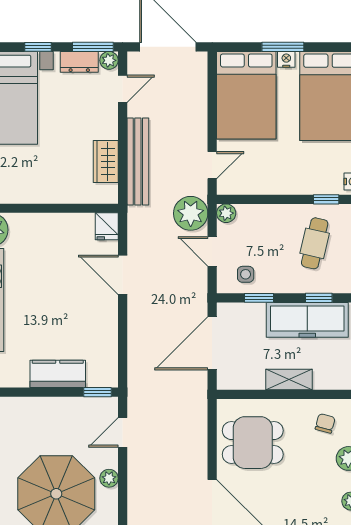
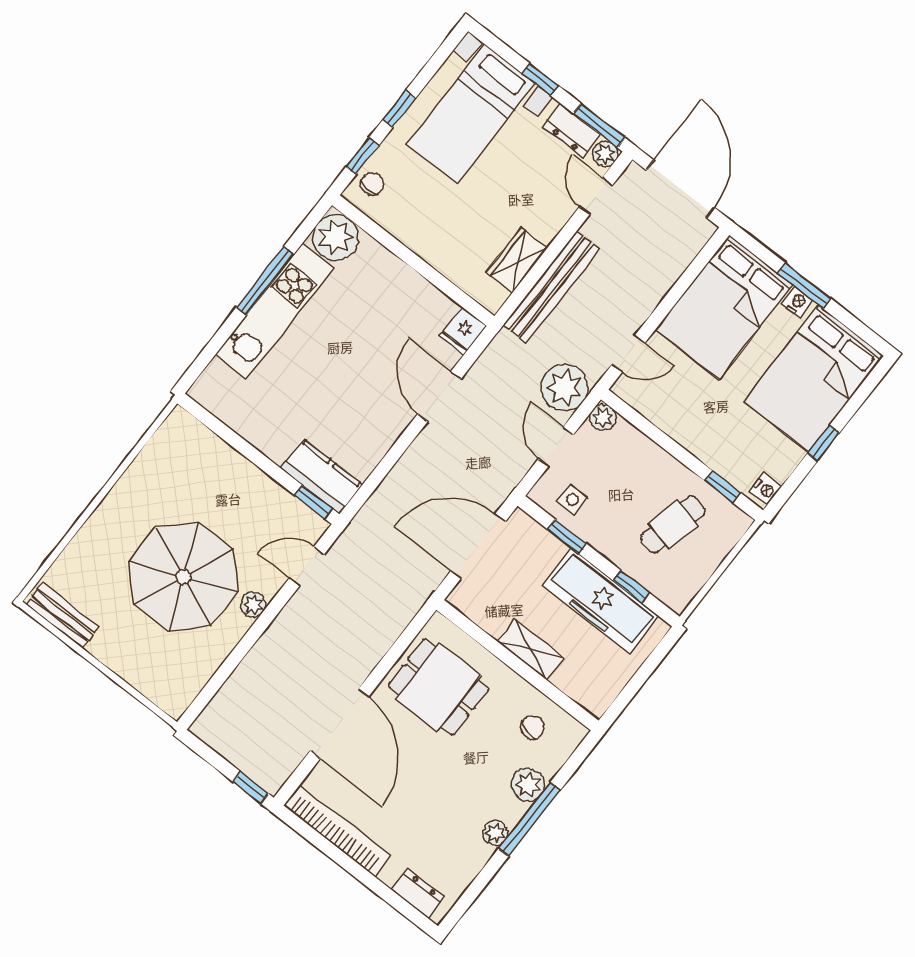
door: (123, 89) -> (596, 196), swing flipped
kitchen counter: (58, 374) -> (321, 476), moved

